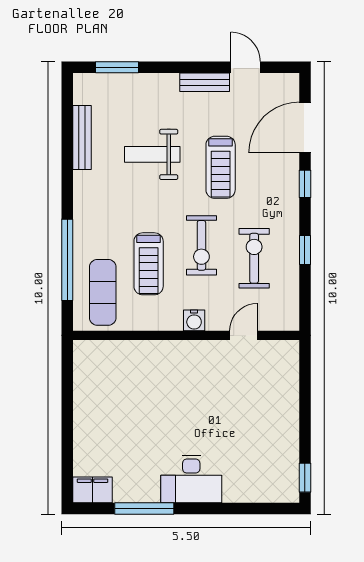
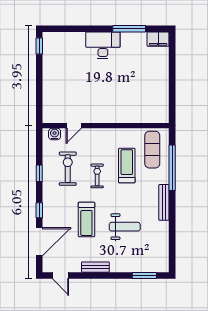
door: (246, 67) -> (61, 275), moved
bench: (82, 137) -> (164, 202), moved
treadmill: (221, 167) -> (86, 220), turned 180
exercise bike: (201, 245) -> (97, 176), width x0.73, depth x0.72
exercise bike: (254, 258) -> (68, 169), turned 180
water cooler: (194, 320) -> (55, 134), moved

